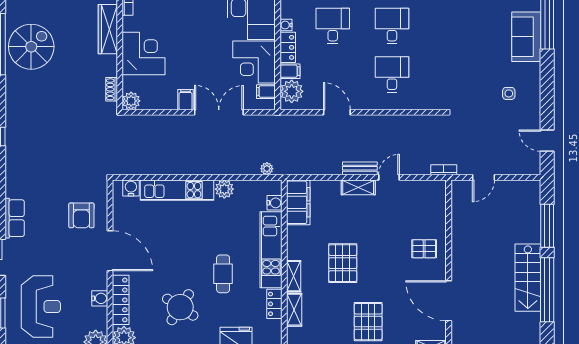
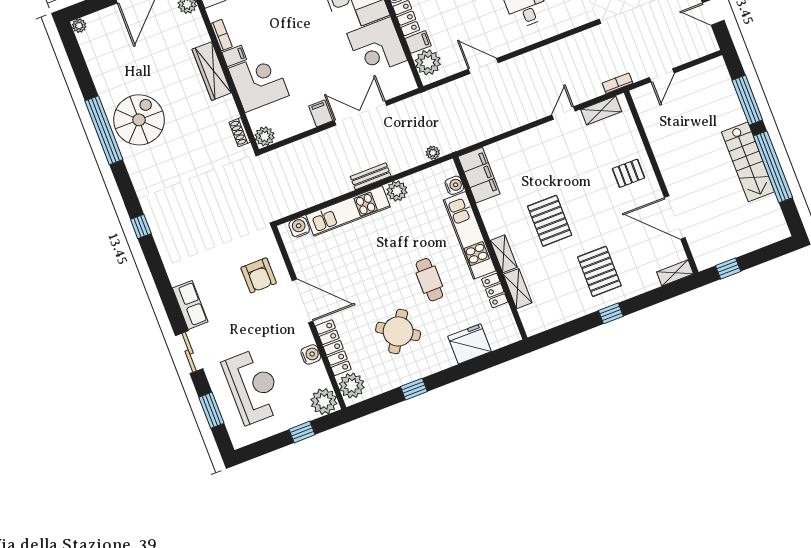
filing cabinet: (266, 92) -> (234, 56), moved, turned 180
bench: (360, 168) -> (371, 176), moved
shelving: (358, 187) -> (601, 110), moved

